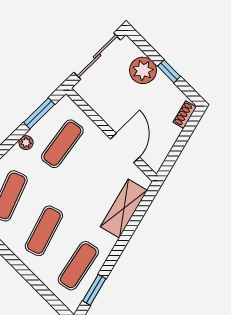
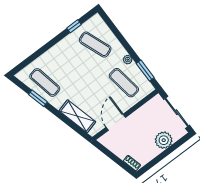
window: (169, 71) -> (161, 157), removed
door: (125, 148) -> (116, 122), swing flipped
exercise mat: (44, 231) -> (70, 64), removed
window: (94, 290) -> (38, 98), moved

